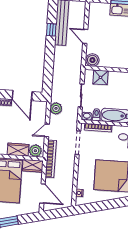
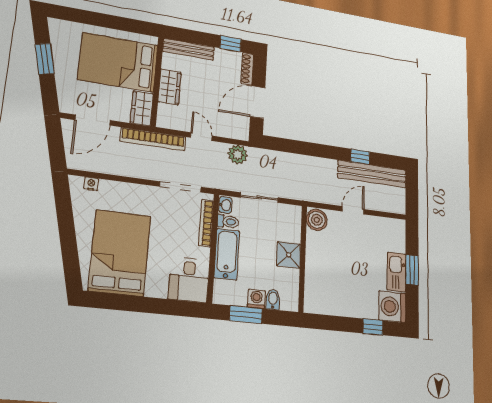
shower: (100, 77) -> (289, 255), moved
plant: (35, 151) -> (167, 115), removed

